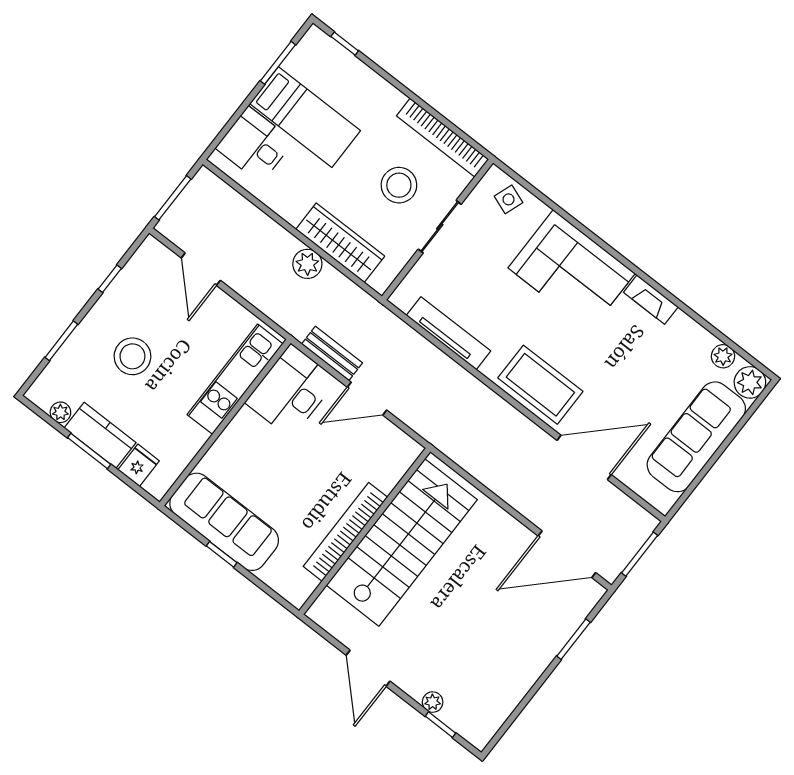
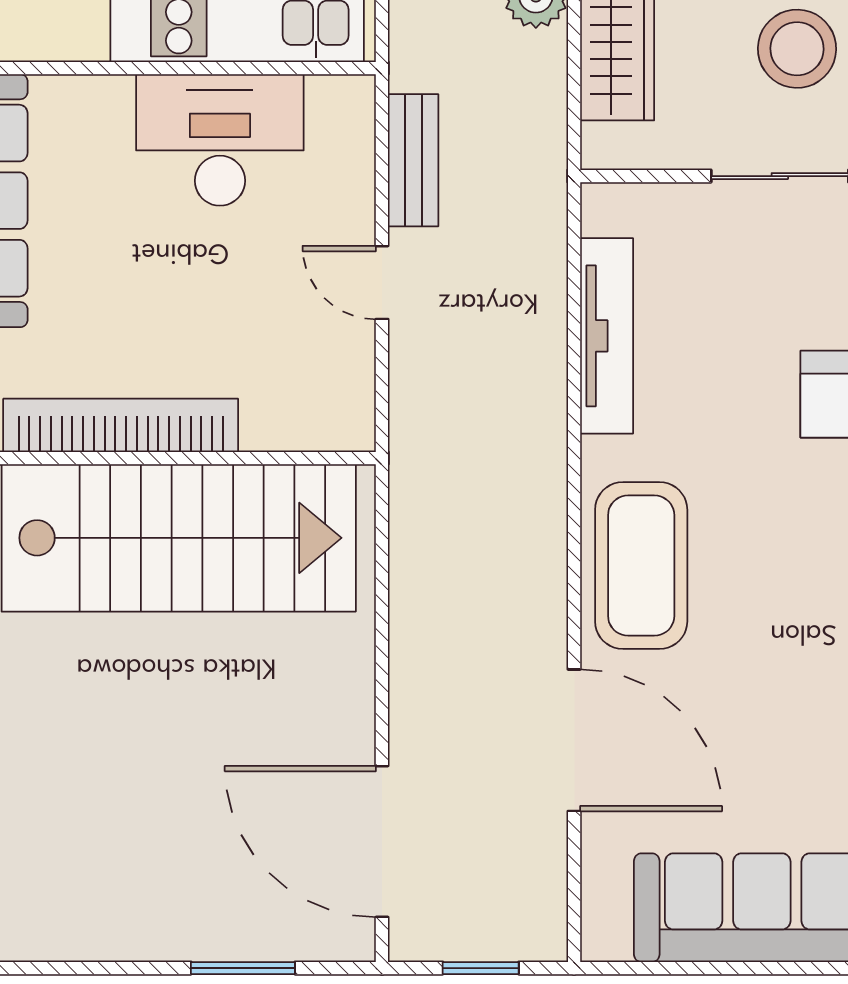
desk: (291, 391) -> (220, 140), moved
door: (367, 399) -> (382, 283), width x0.73
window: (640, 554) -> (481, 968), width x0.67

